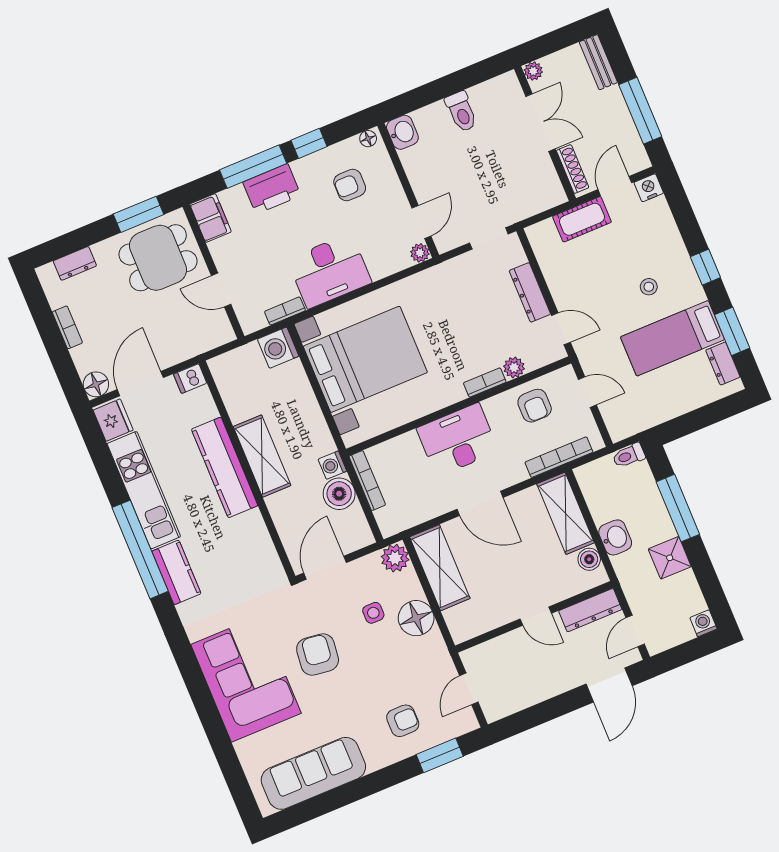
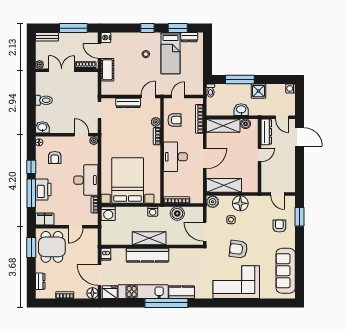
washing machine: (332, 465) -> (153, 211), moved

